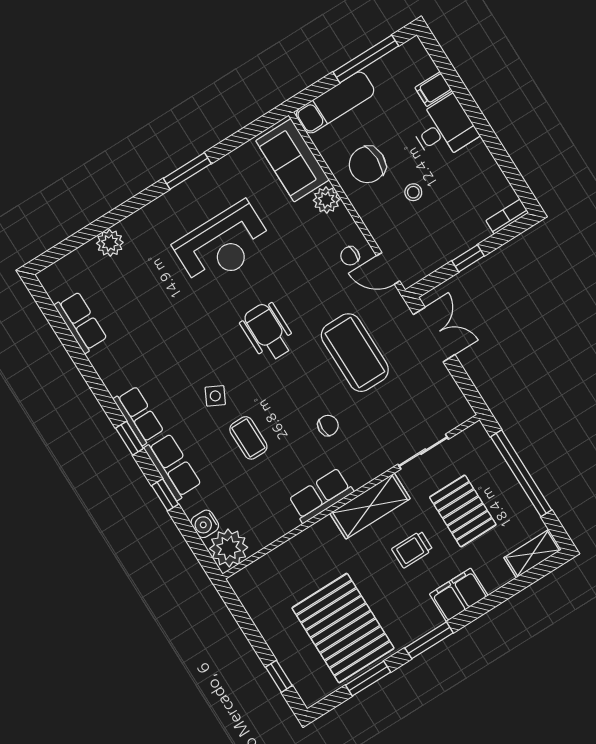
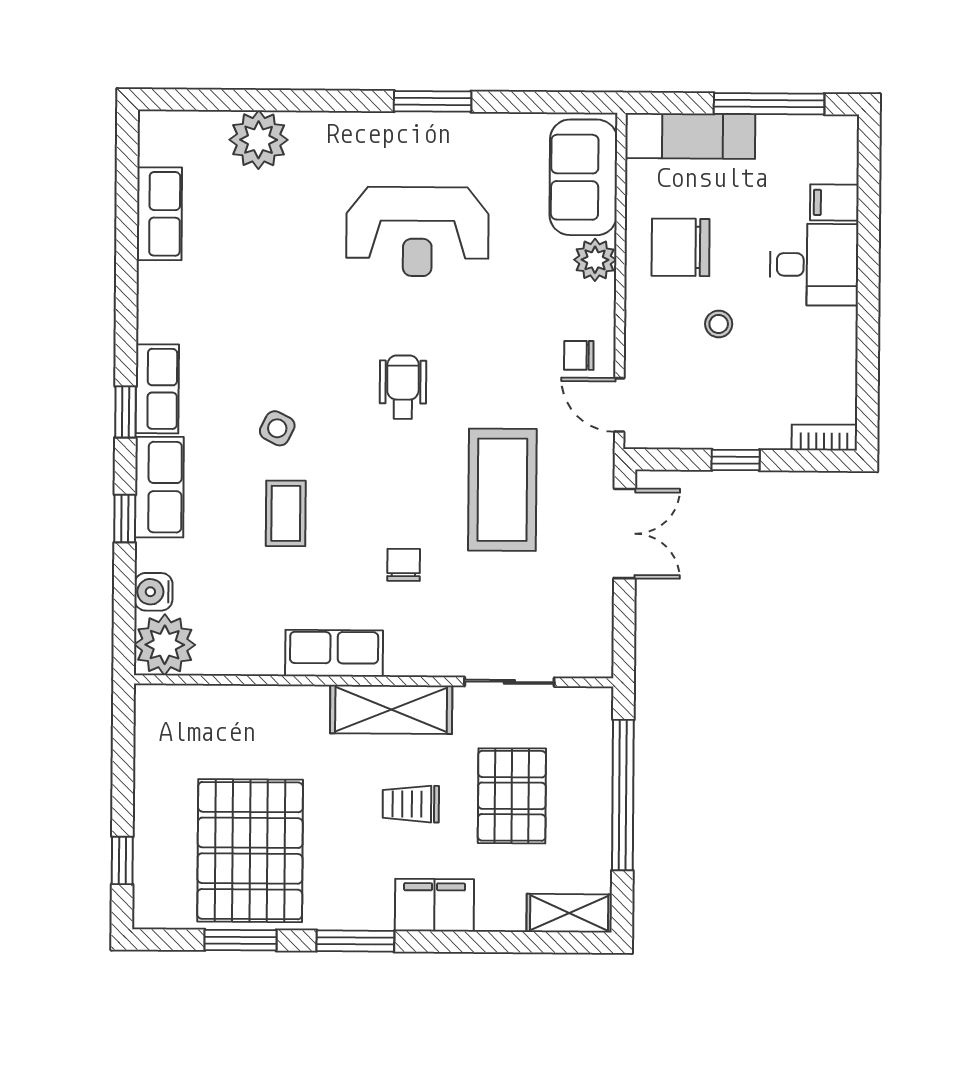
plant: (110, 243) -> (259, 140), width x1.36, depth x1.36
wheelchair: (268, 332) -> (403, 387), width x0.73, depth x0.73
chair: (328, 425) -> (404, 565), turned -90

